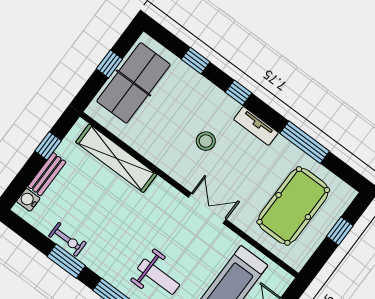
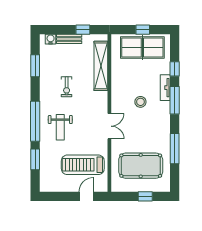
window: (238, 93) -> (175, 100), width x2.17
tv unit: (256, 126) -> (165, 88), moved
exercise bike: (67, 239) -> (67, 87), moved
window: (66, 261) -> (35, 66), moved

